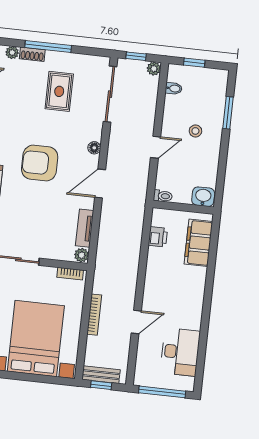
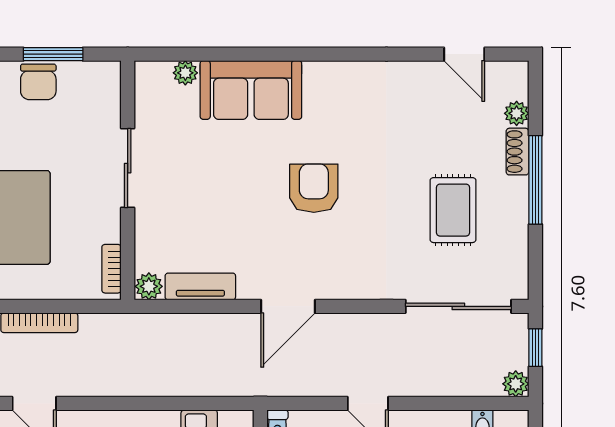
rug: (59, 91) -> (453, 210), turned 90
floor lamp: (94, 148) -> (354, 288), removed
armchair: (40, 163) -> (314, 188), width x0.73, depth x0.73
door: (100, 183) -> (288, 306), swing flipped

